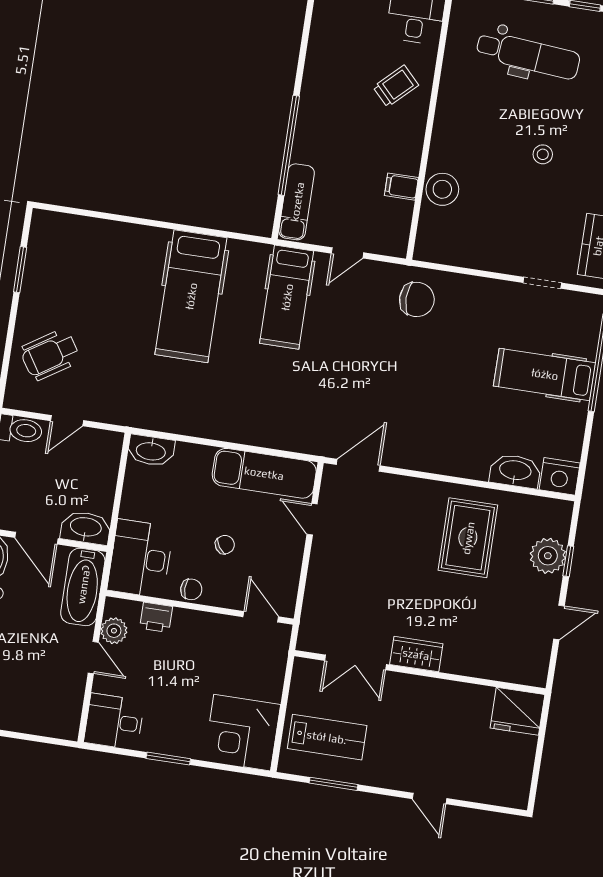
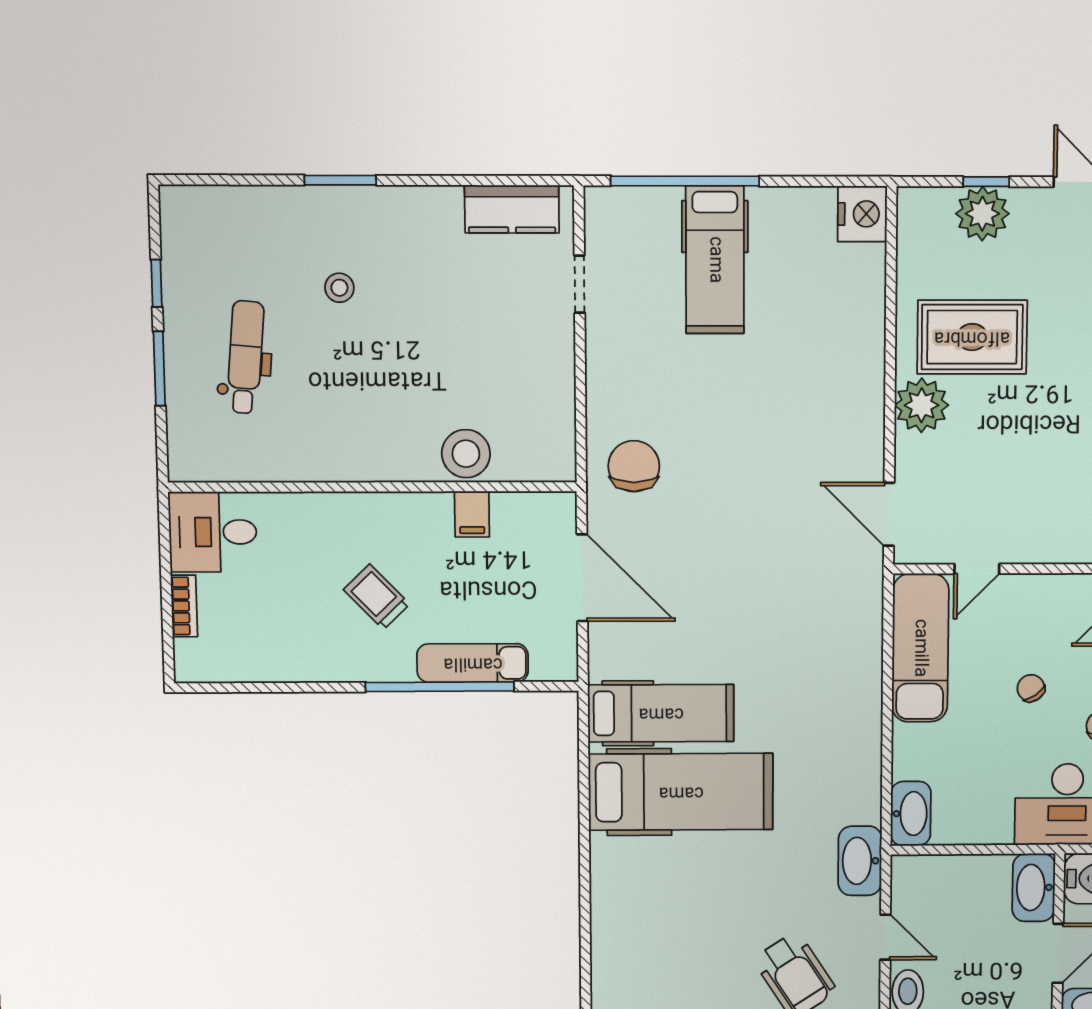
dental chair: (528, 55) -> (245, 357), width x0.73, depth x0.72
trolley: (396, 86) -> (377, 597), moved
stool: (543, 154) -> (339, 288), moved
exam couch: (297, 202) -> (473, 663), moved
door: (347, 253) -> (582, 578), width x1.88
hospital bed: (287, 297) -> (661, 713), moved
washbasin: (515, 471) -> (860, 861), moved
plant: (428, 498) -> (922, 405), added

